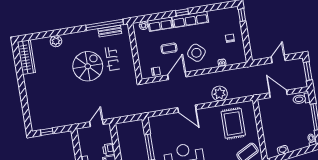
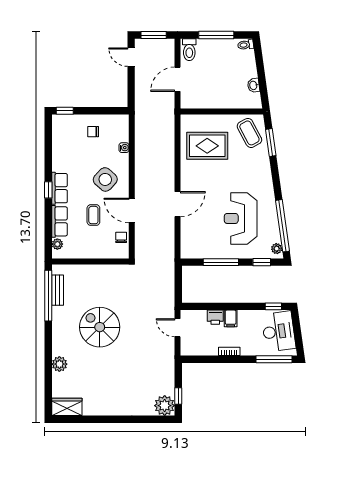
row of seats: (190, 19) -> (60, 188), width x0.68
wardrobe: (26, 57) -> (67, 407), width x0.67
door: (278, 59) -> (131, 57), moved
plant: (220, 94) -> (165, 406), moved

